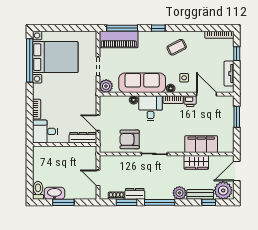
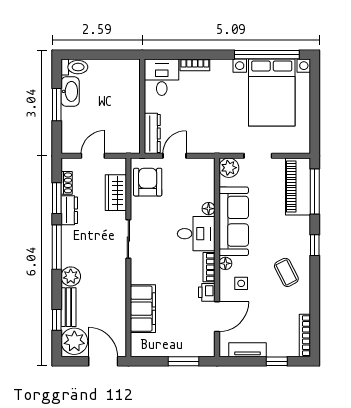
armchair: (130, 139) -> (148, 182), moved
wardrobe: (196, 162) -> (116, 193), moved

